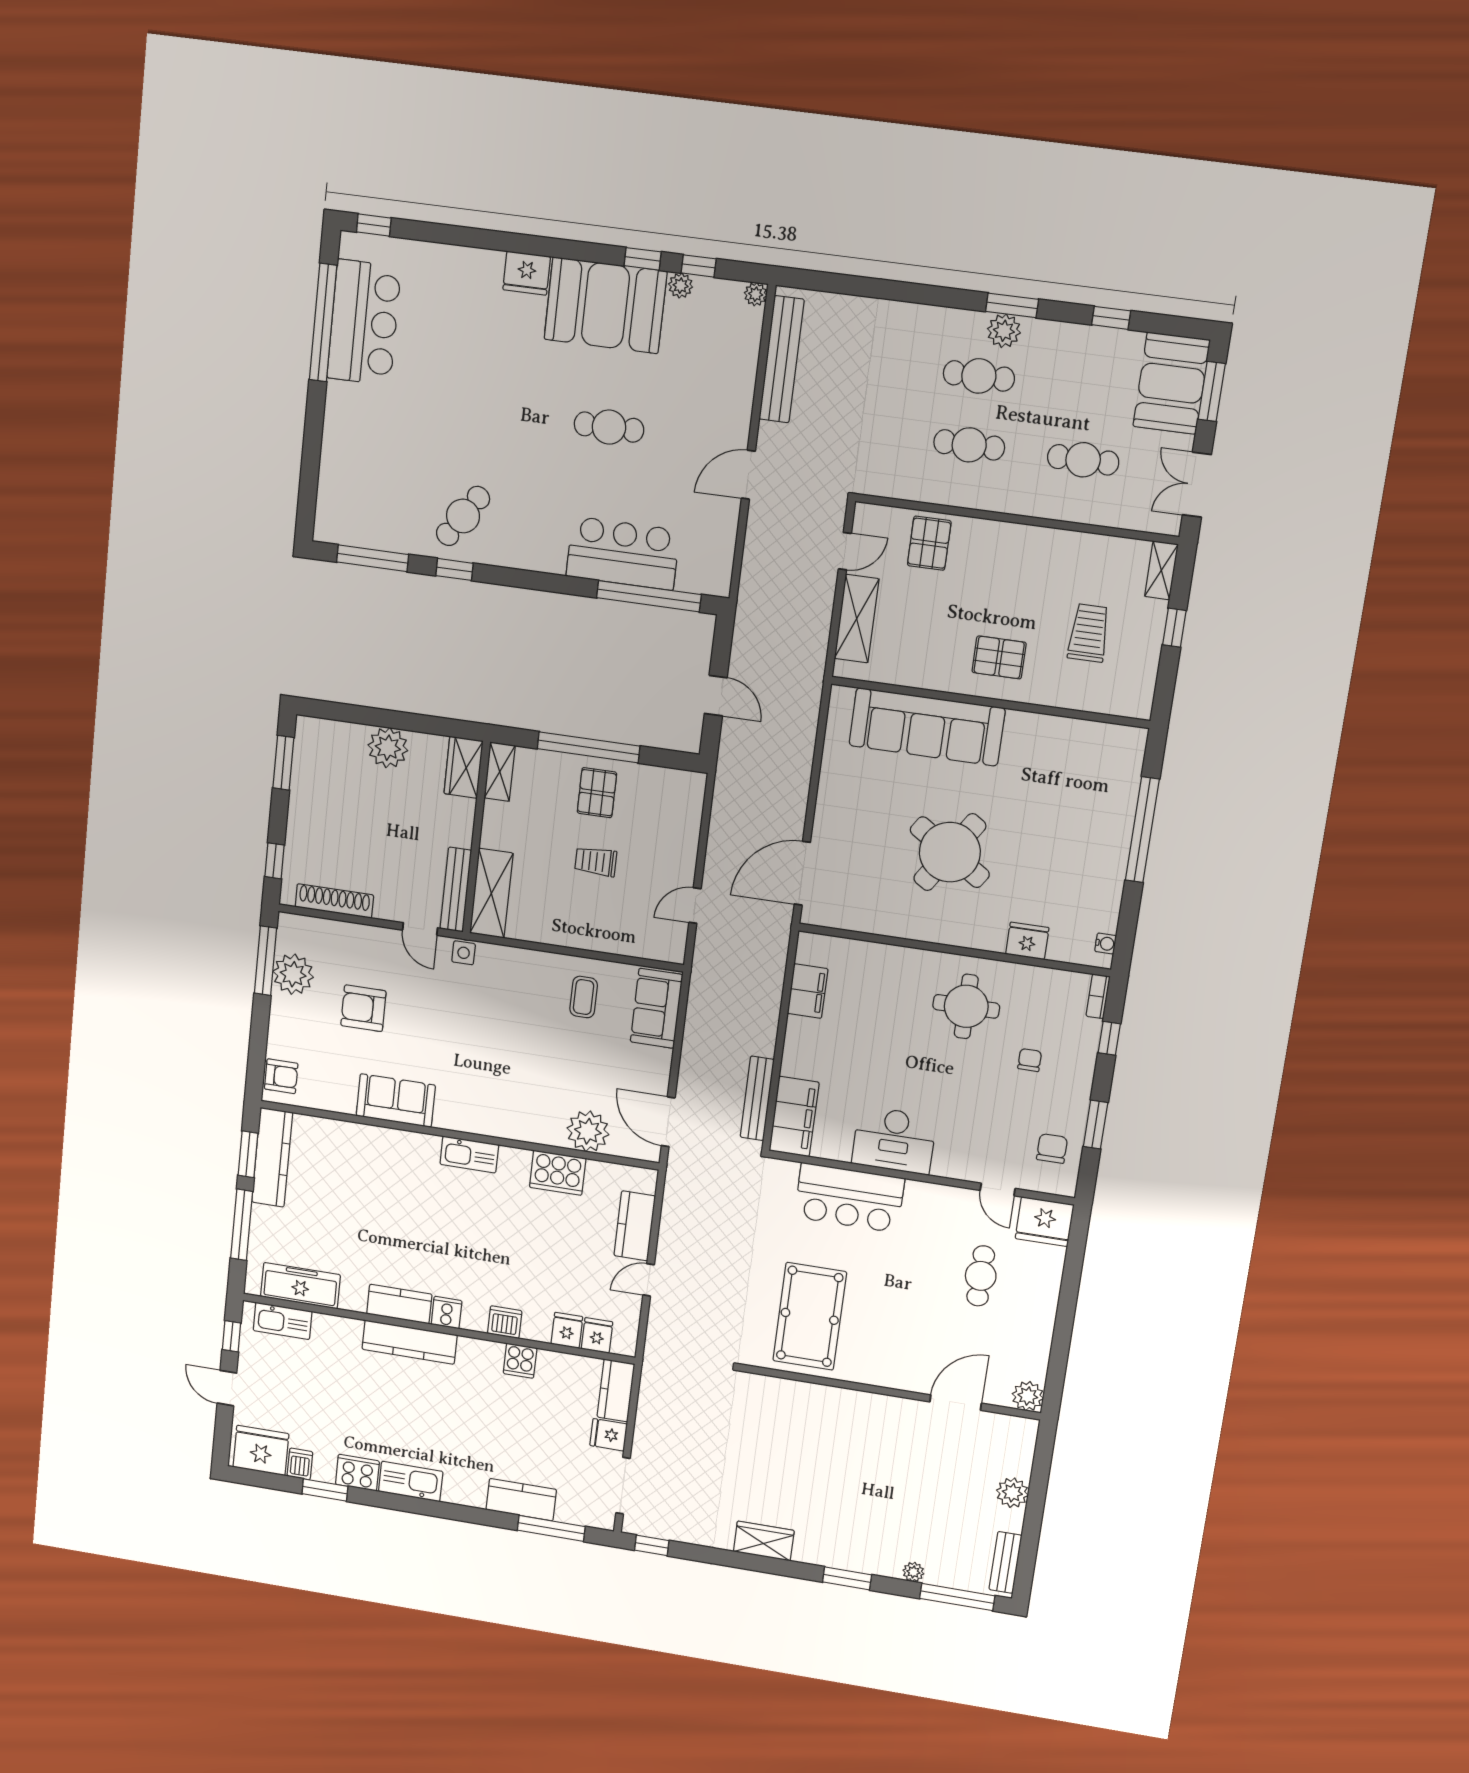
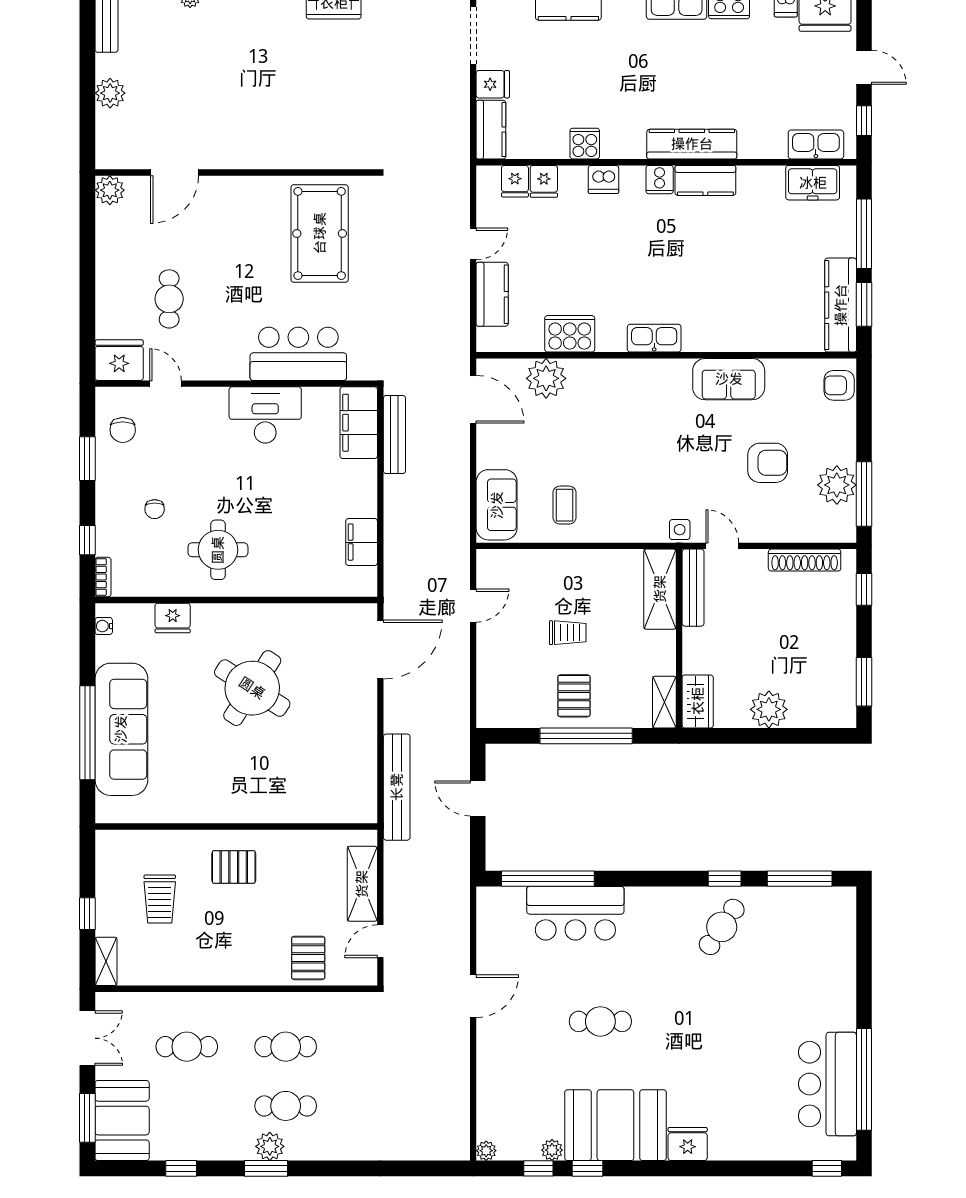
bench: (782, 359) -> (397, 787), moved
sofa: (927, 727) -> (121, 729), moved, turned 90
freezer: (300, 1286) -> (813, 183), width x0.71

